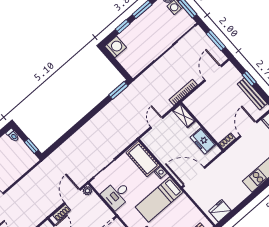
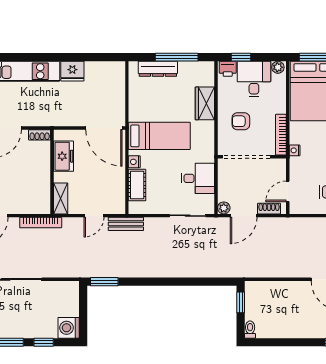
bench: (135, 134) -> (126, 224), added
cot: (143, 159) -> (137, 185), width x0.73, depth x0.75
fridge: (220, 211) -> (72, 71), moved

